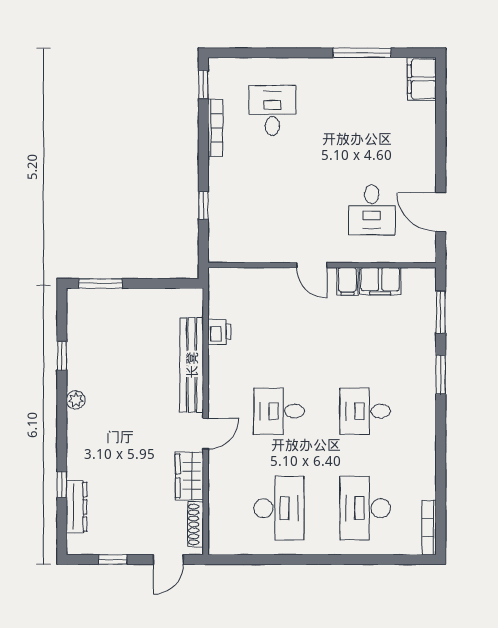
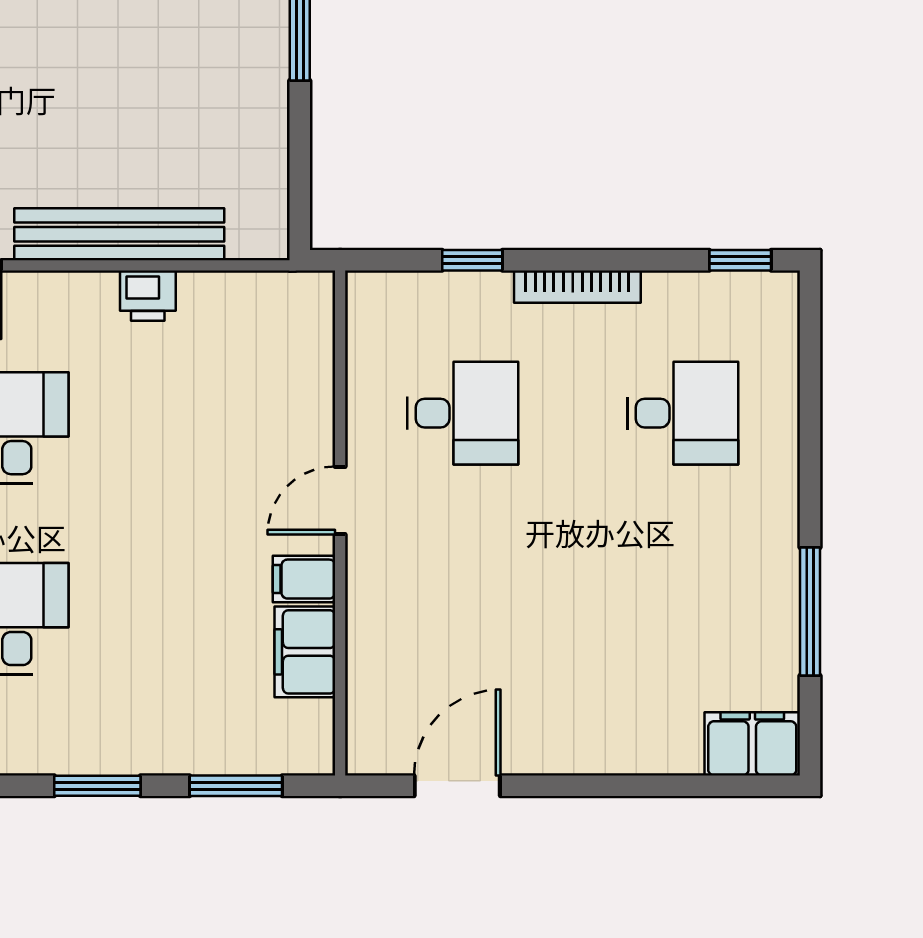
bookcase: (215, 128) -> (577, 287), moved
desk: (372, 210) -> (463, 413), moved, turned 180
printer: (219, 332) -> (148, 296), moved

